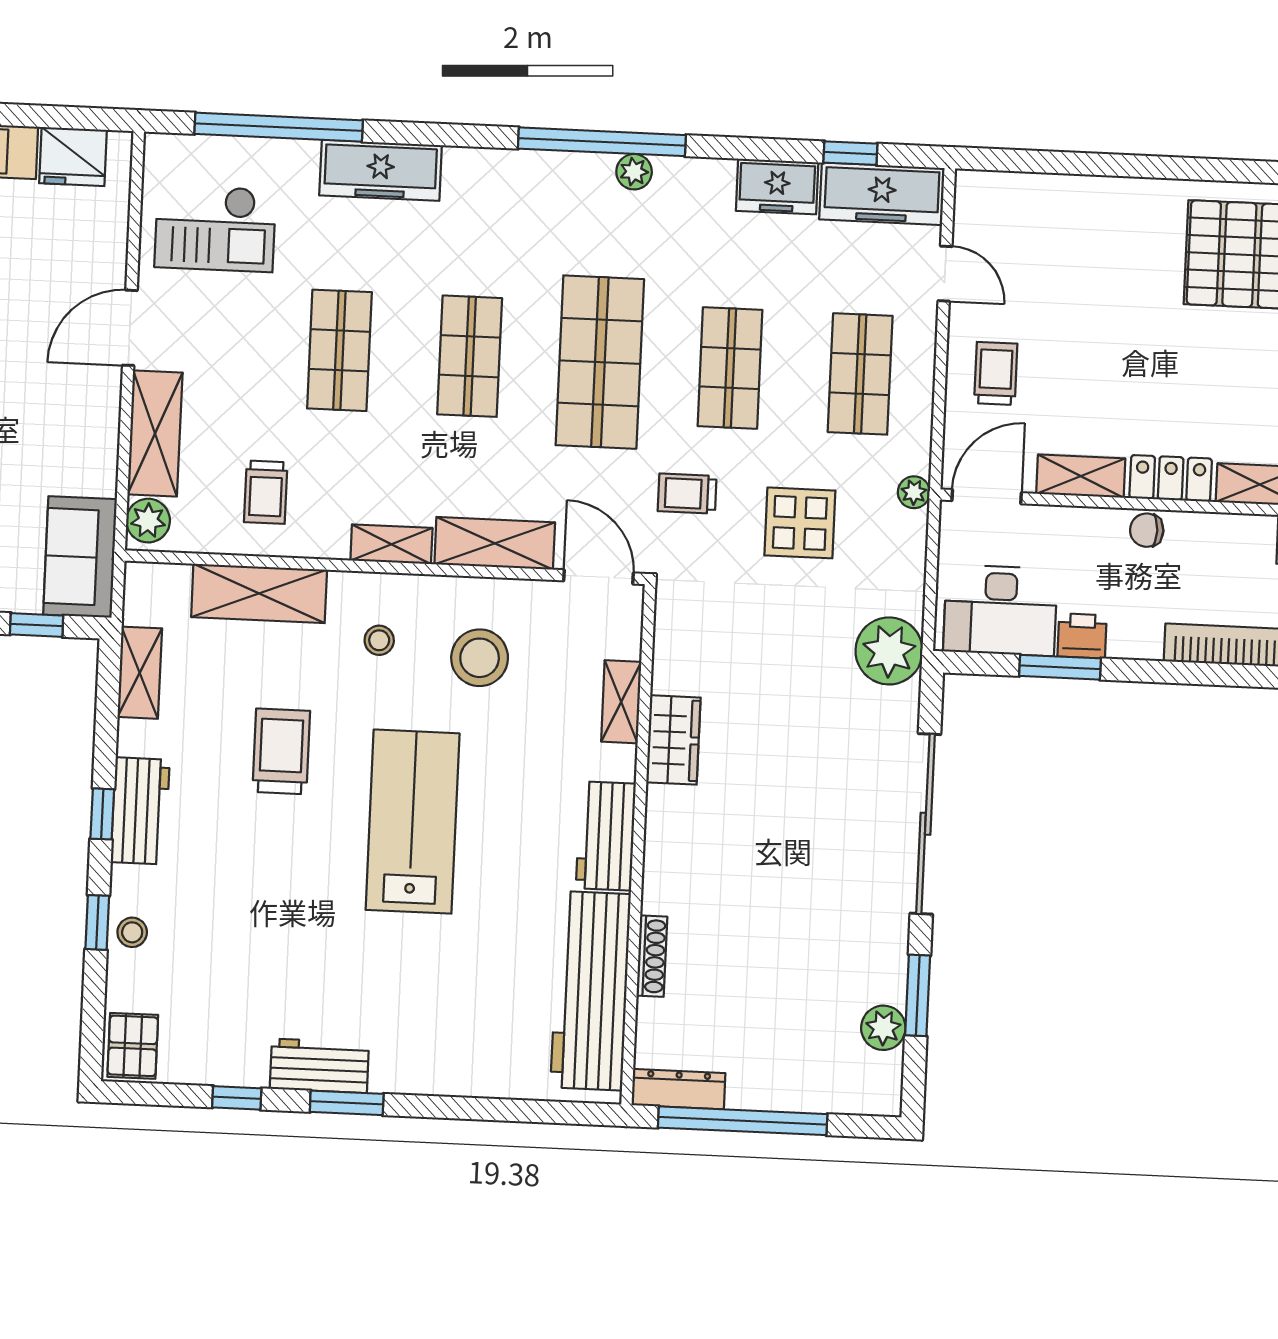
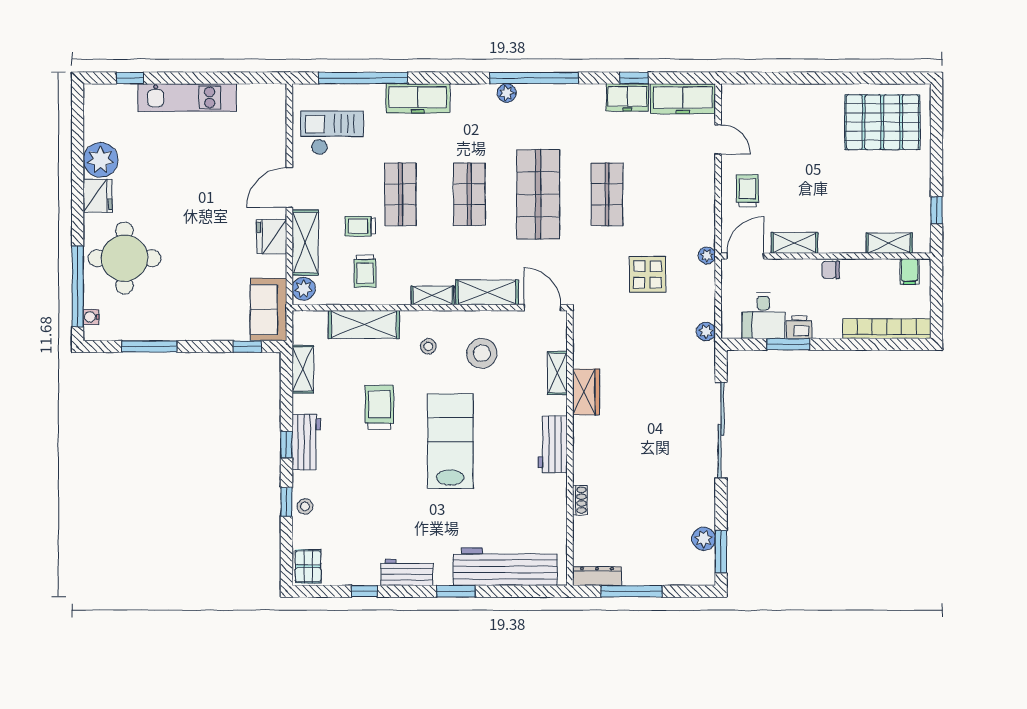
window: (850, 153) -> (634, 78), moved
fridge: (73, 157) -> (272, 237), moved, turned 90
plant: (634, 172) -> (507, 93), moved
checkout: (215, 228) -> (332, 133), turned 180
shop shelf: (860, 374) -> (676, 194), removed
locker: (1171, 478) -> (842, 242), removed
trolley: (687, 494) -> (360, 226), moved
desk: (1000, 610) -> (763, 316), width x0.73
plant: (889, 651) -> (706, 331), width x0.53, depth x0.53
shoe rack: (652, 956) -> (580, 500), width x0.70
workbench: (591, 991) -> (505, 567), moved, turned 90
window: (918, 995) -> (721, 552), moved
window: (347, 1103) -> (456, 591), moved
window: (743, 1121) -> (632, 591), width x0.68

